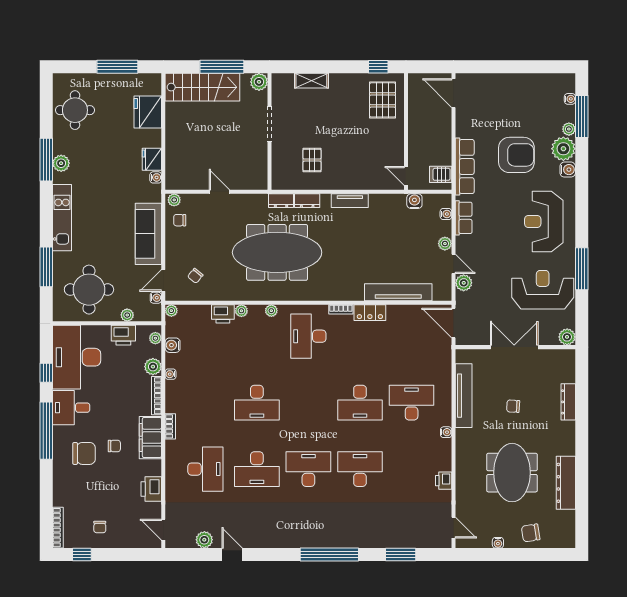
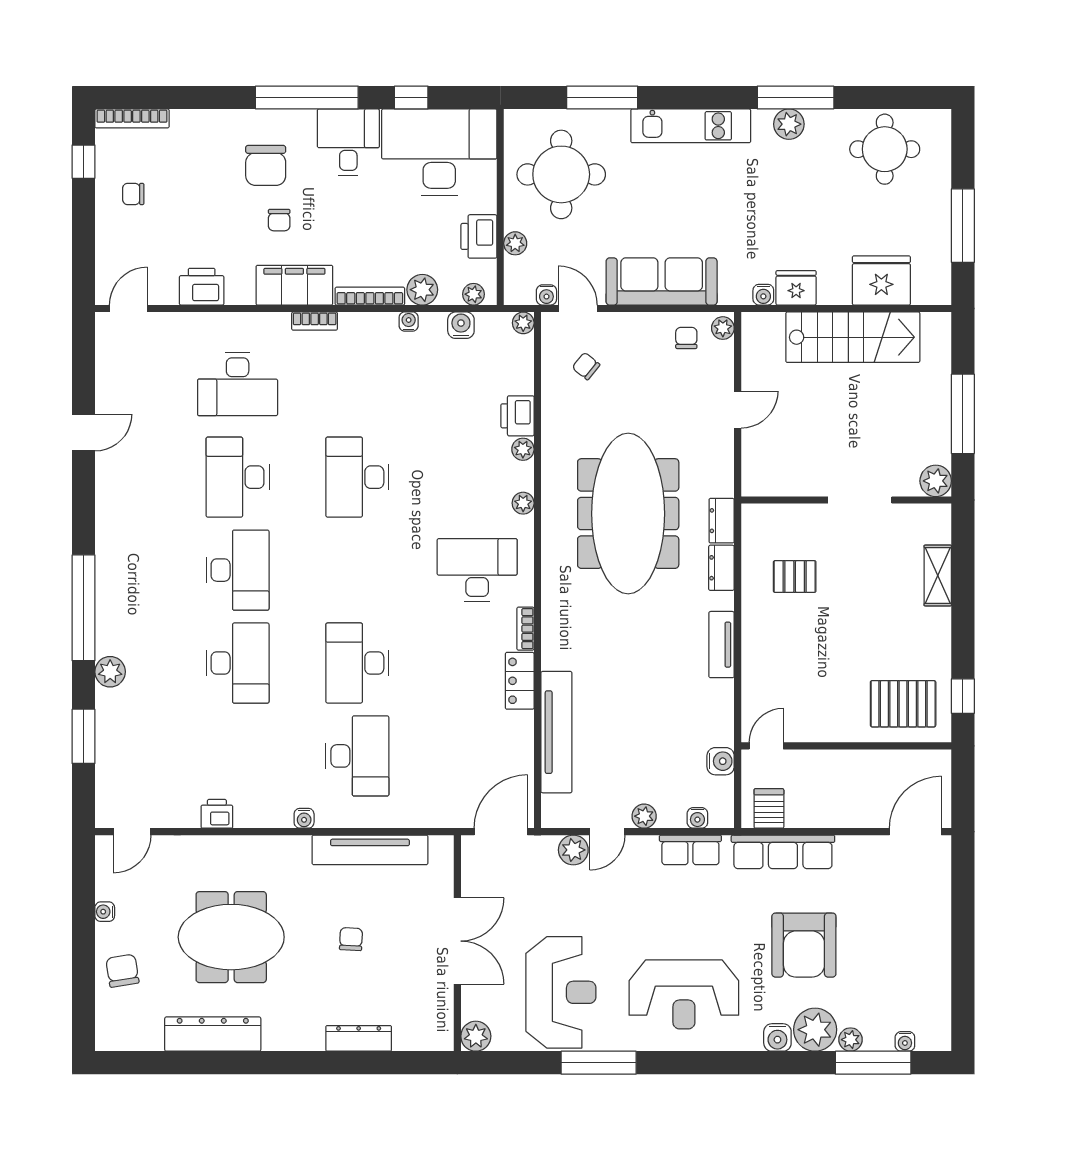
stairs: (202, 87) -> (853, 337), moved, turned -90
reception desk: (544, 221) -> (684, 994), turned 180
plant: (204, 540) -> (110, 672), moved

